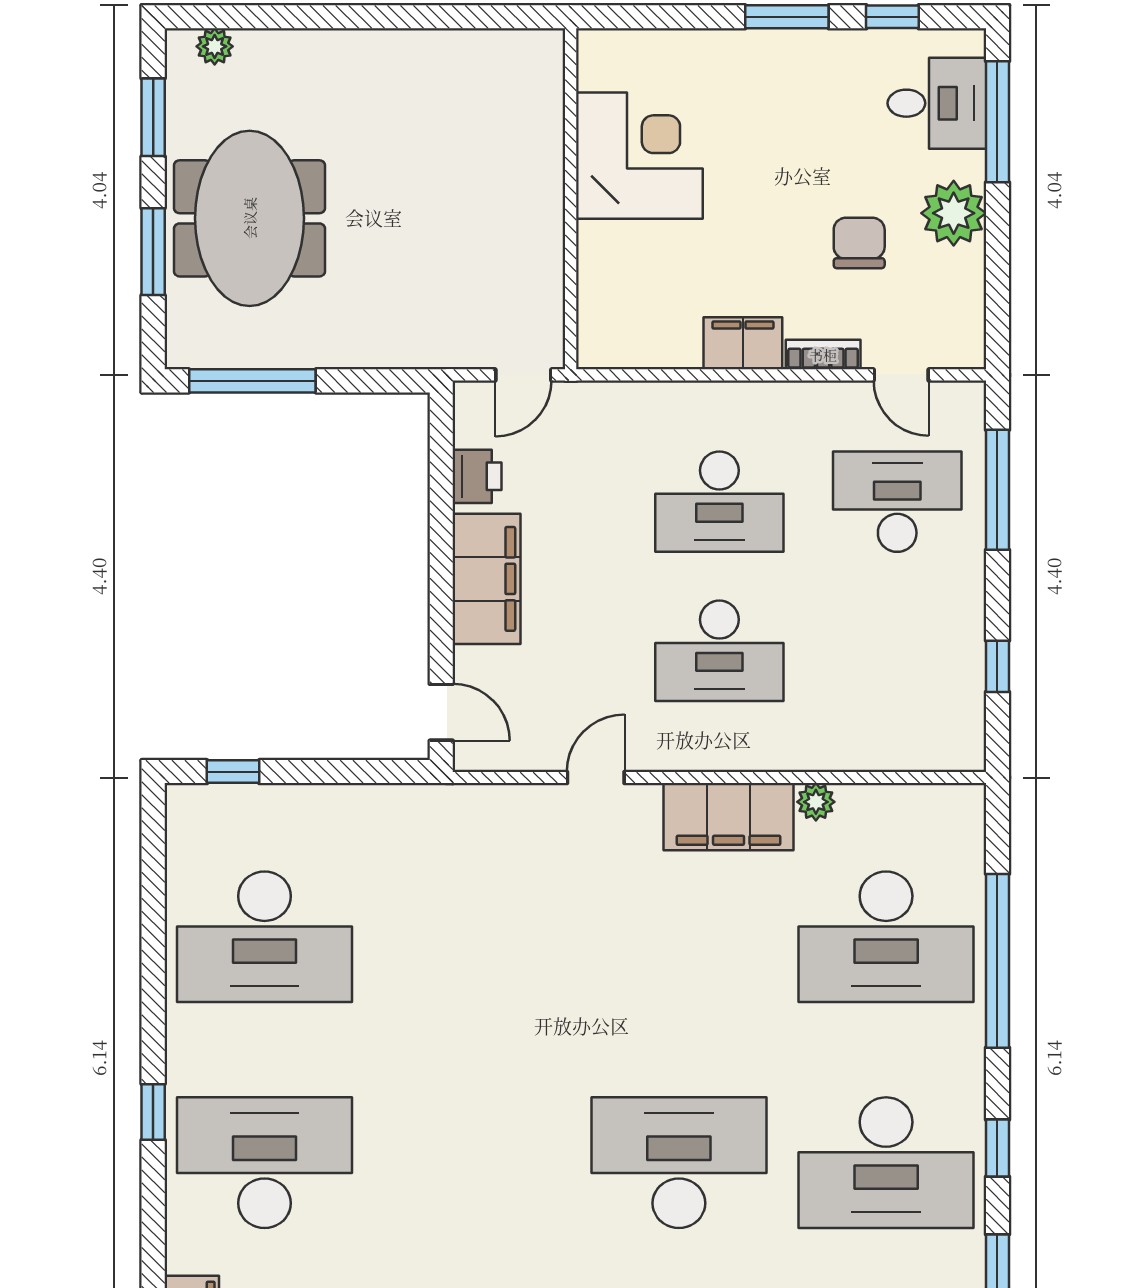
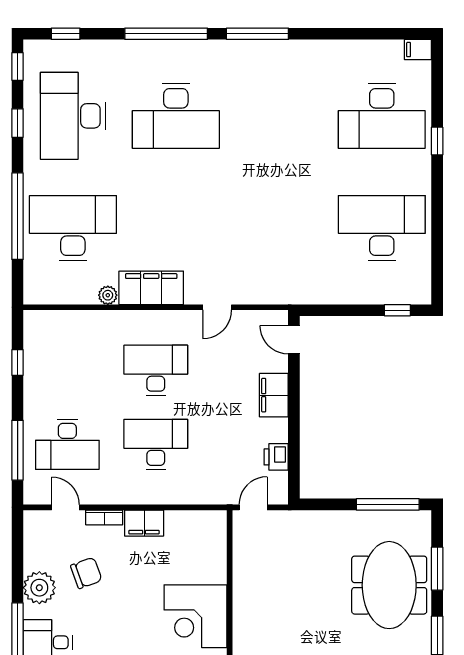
chair: (859, 243) -> (86, 573), turned -110
filing cabinet: (487, 579) -> (274, 395), width x0.67, depth x0.86
desk: (886, 1163) -> (73, 116), turned -90

